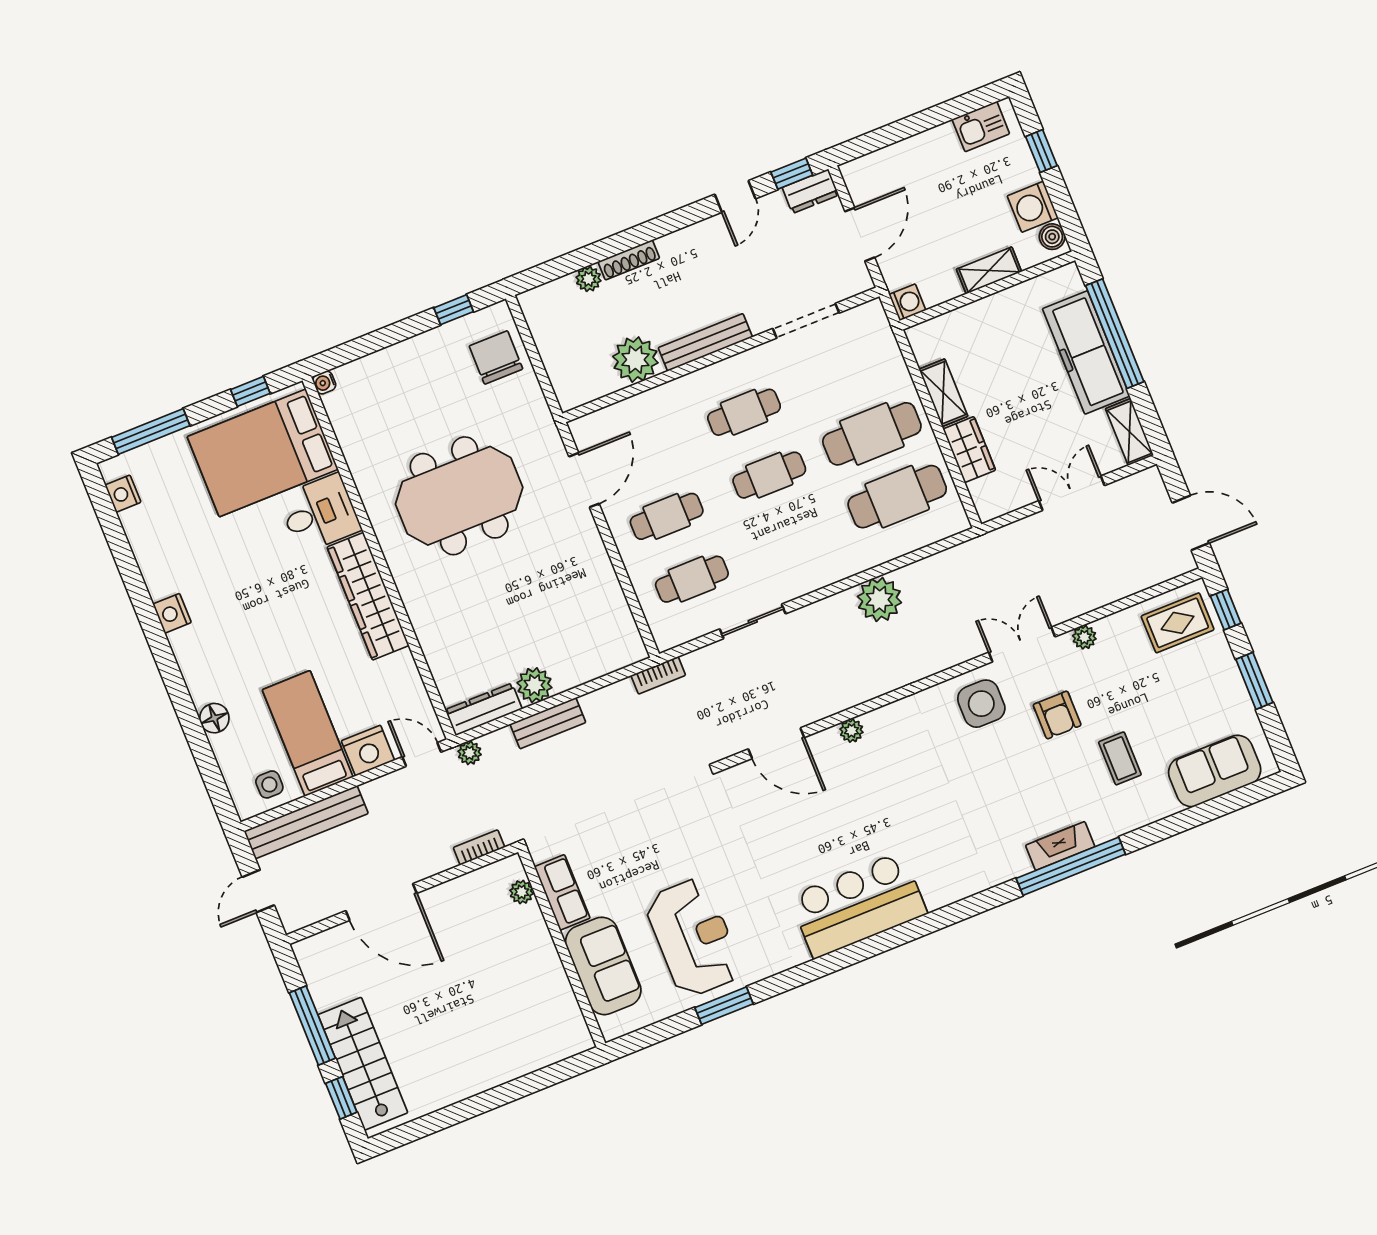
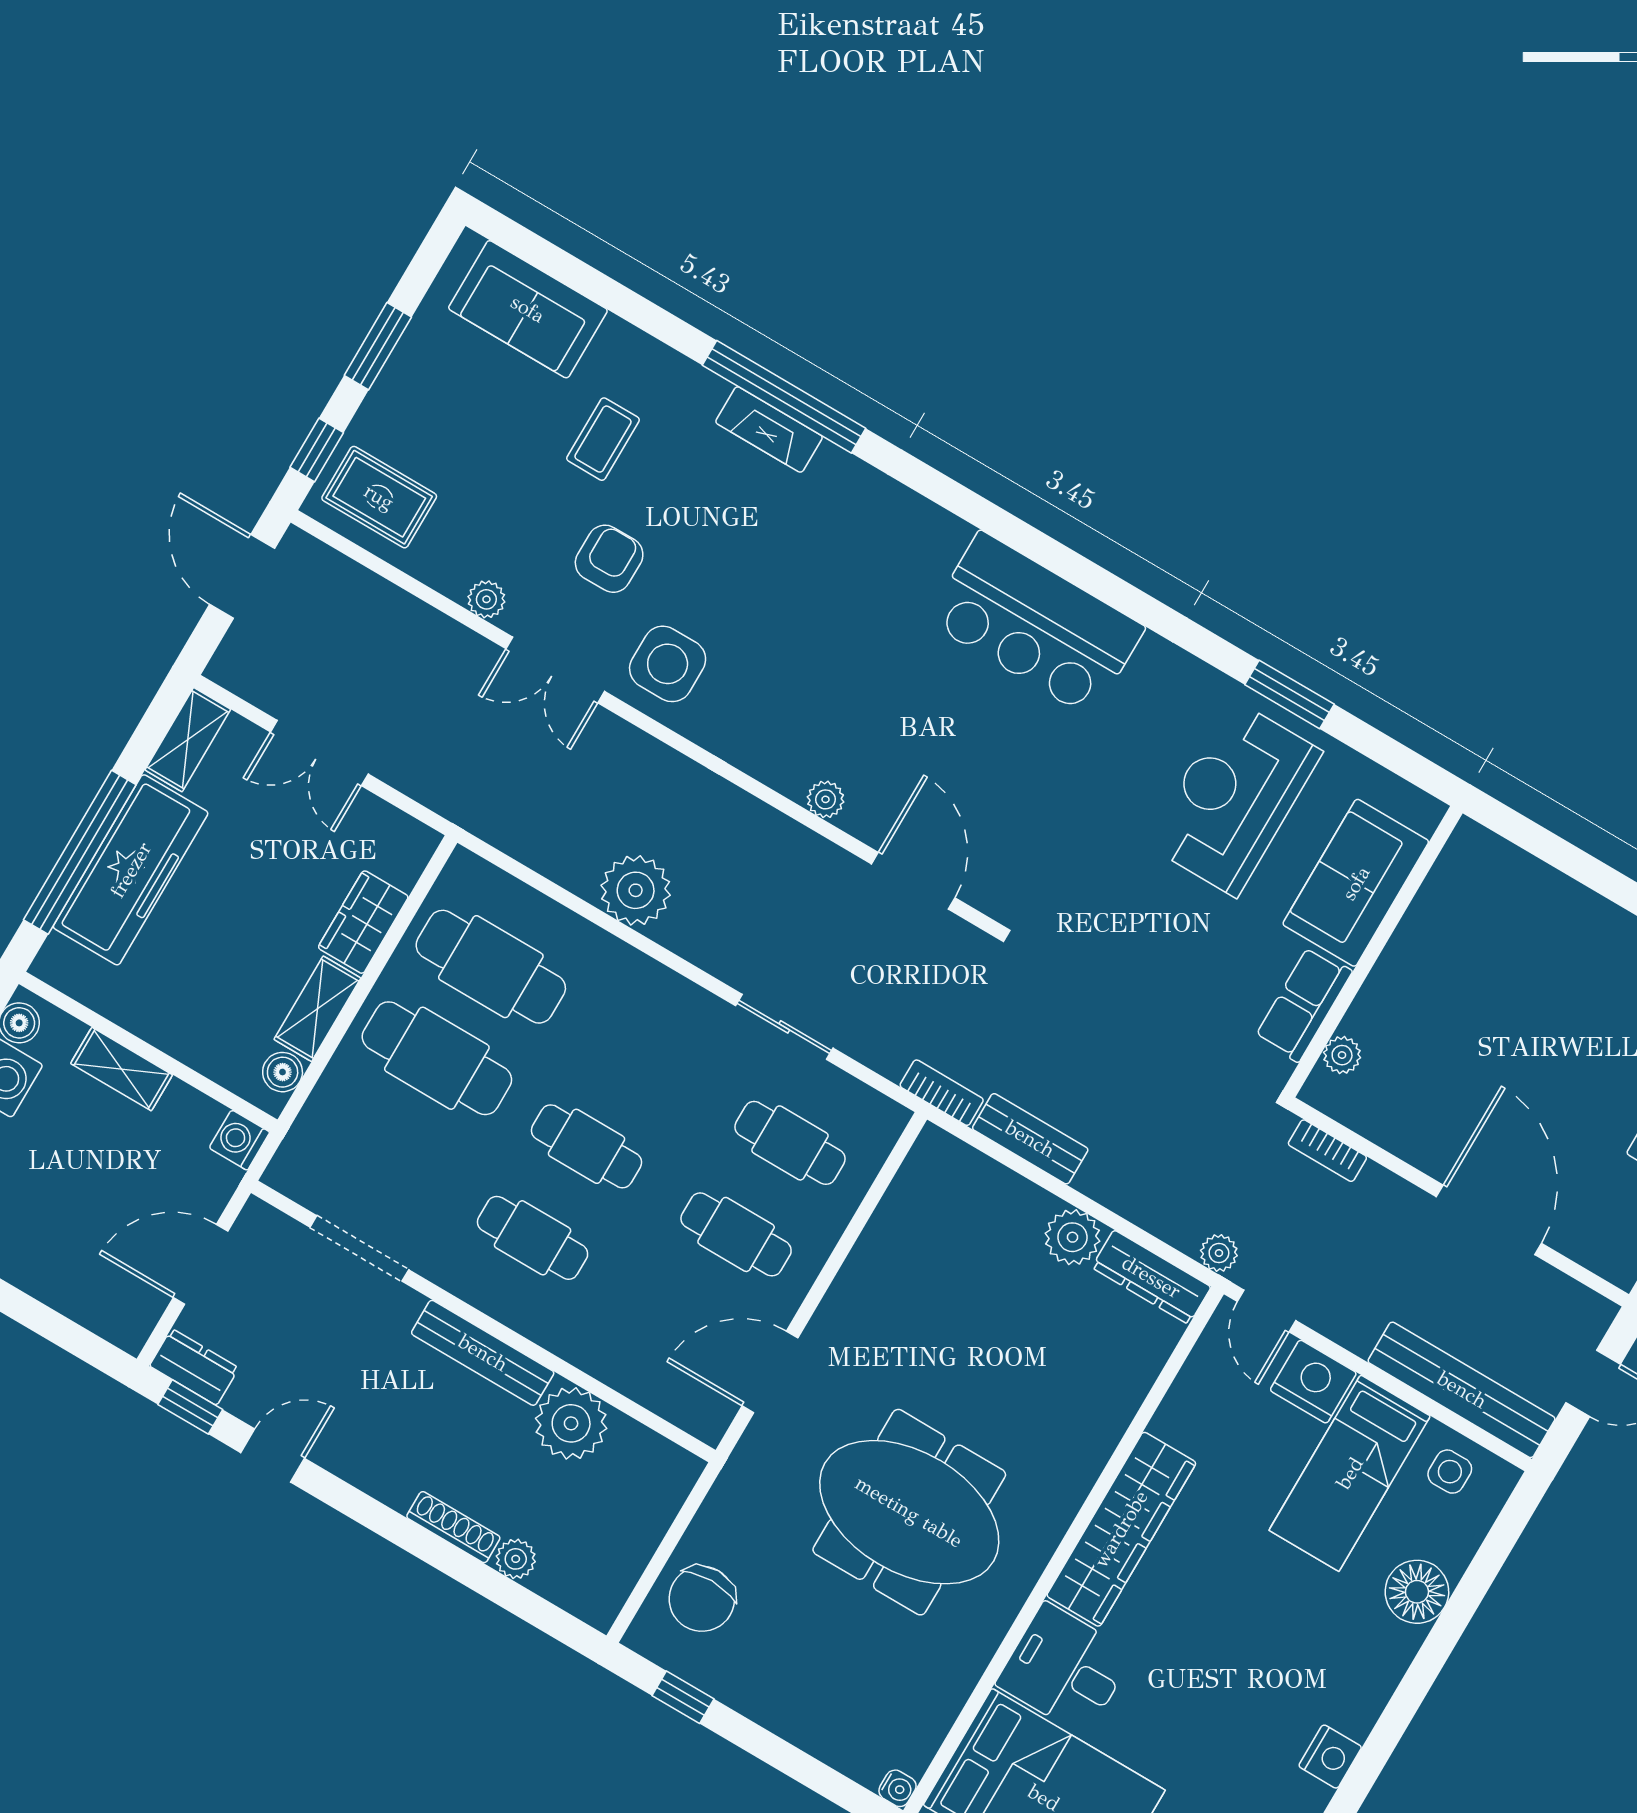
boiler: (925, 351) -> (283, 1072), added
floor lamp: (214, 718) -> (1417, 1592), width x1.38, depth x1.38
bench: (548, 723) -> (1030, 1139), moved

